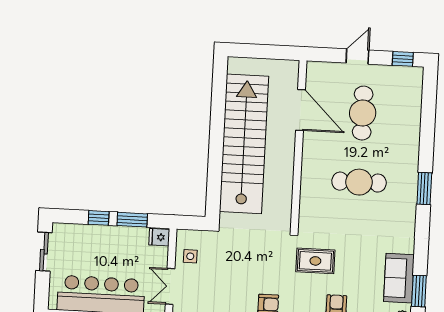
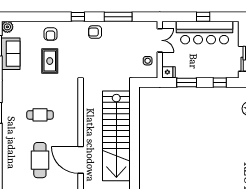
cafe table: (359, 182) -> (40, 115), width x0.73, depth x0.74
window: (99, 218) -> (220, 83), moved
rug: (315, 261) -> (50, 61), moved, turned 90

